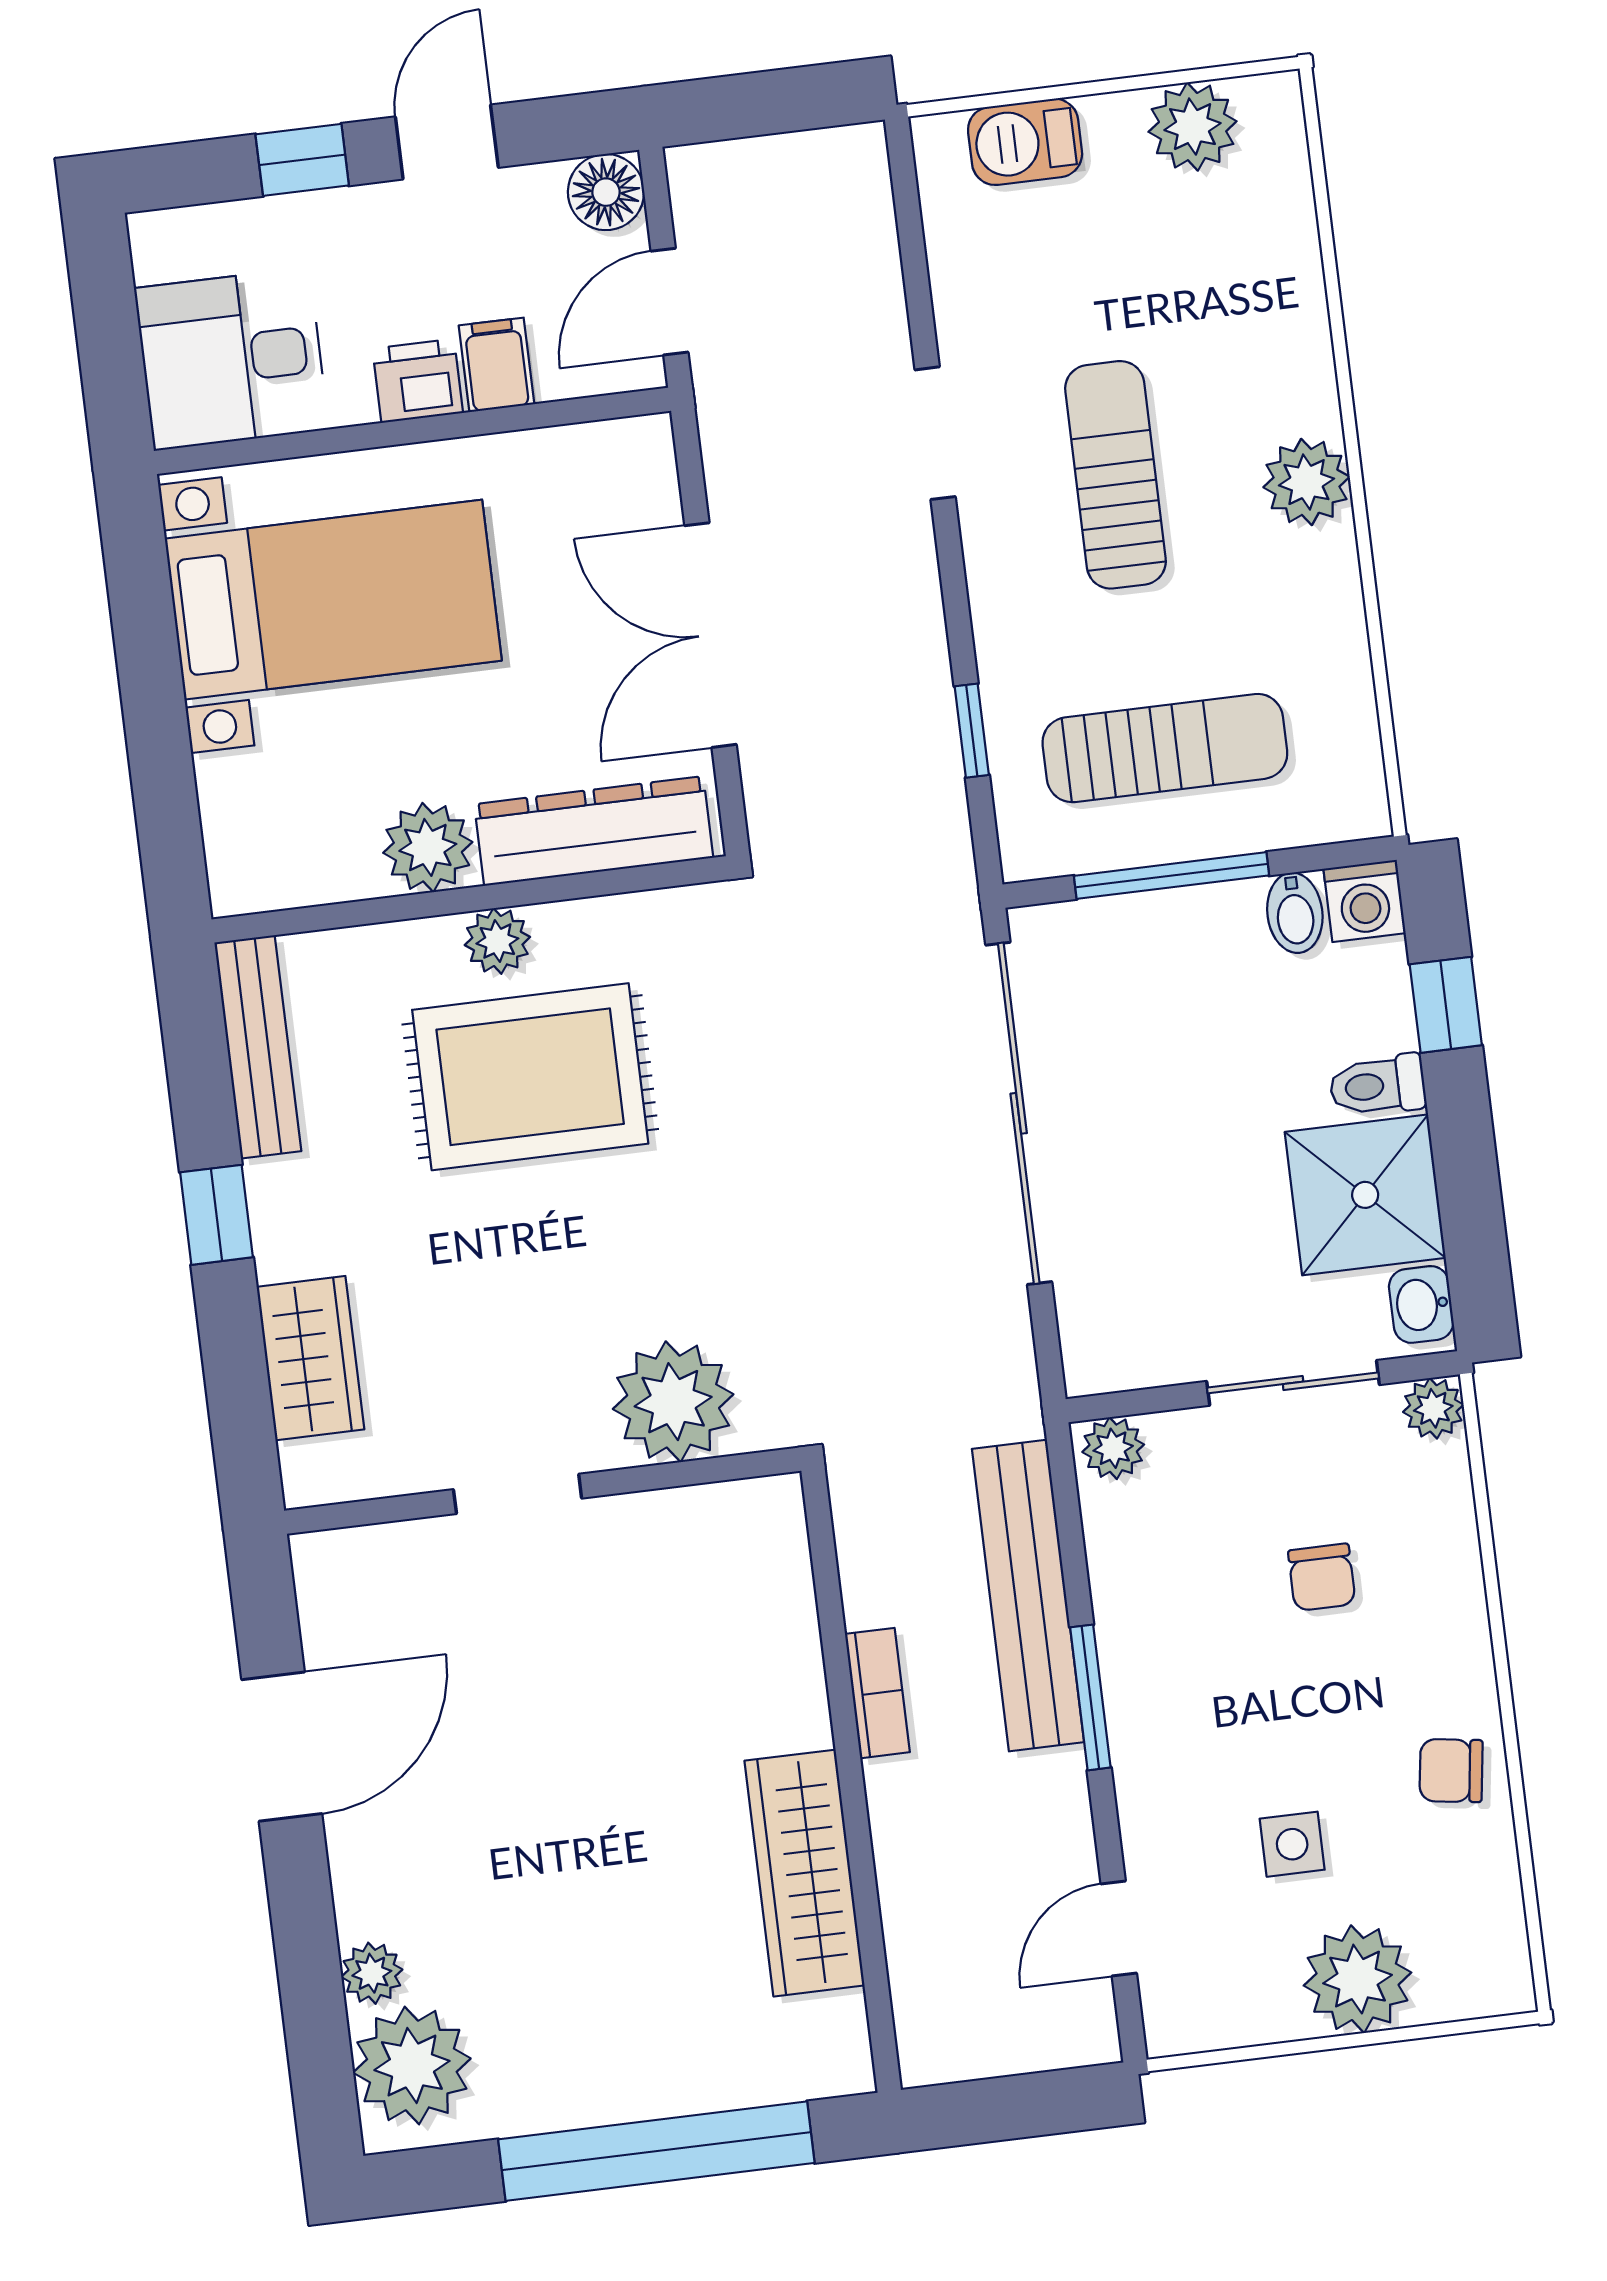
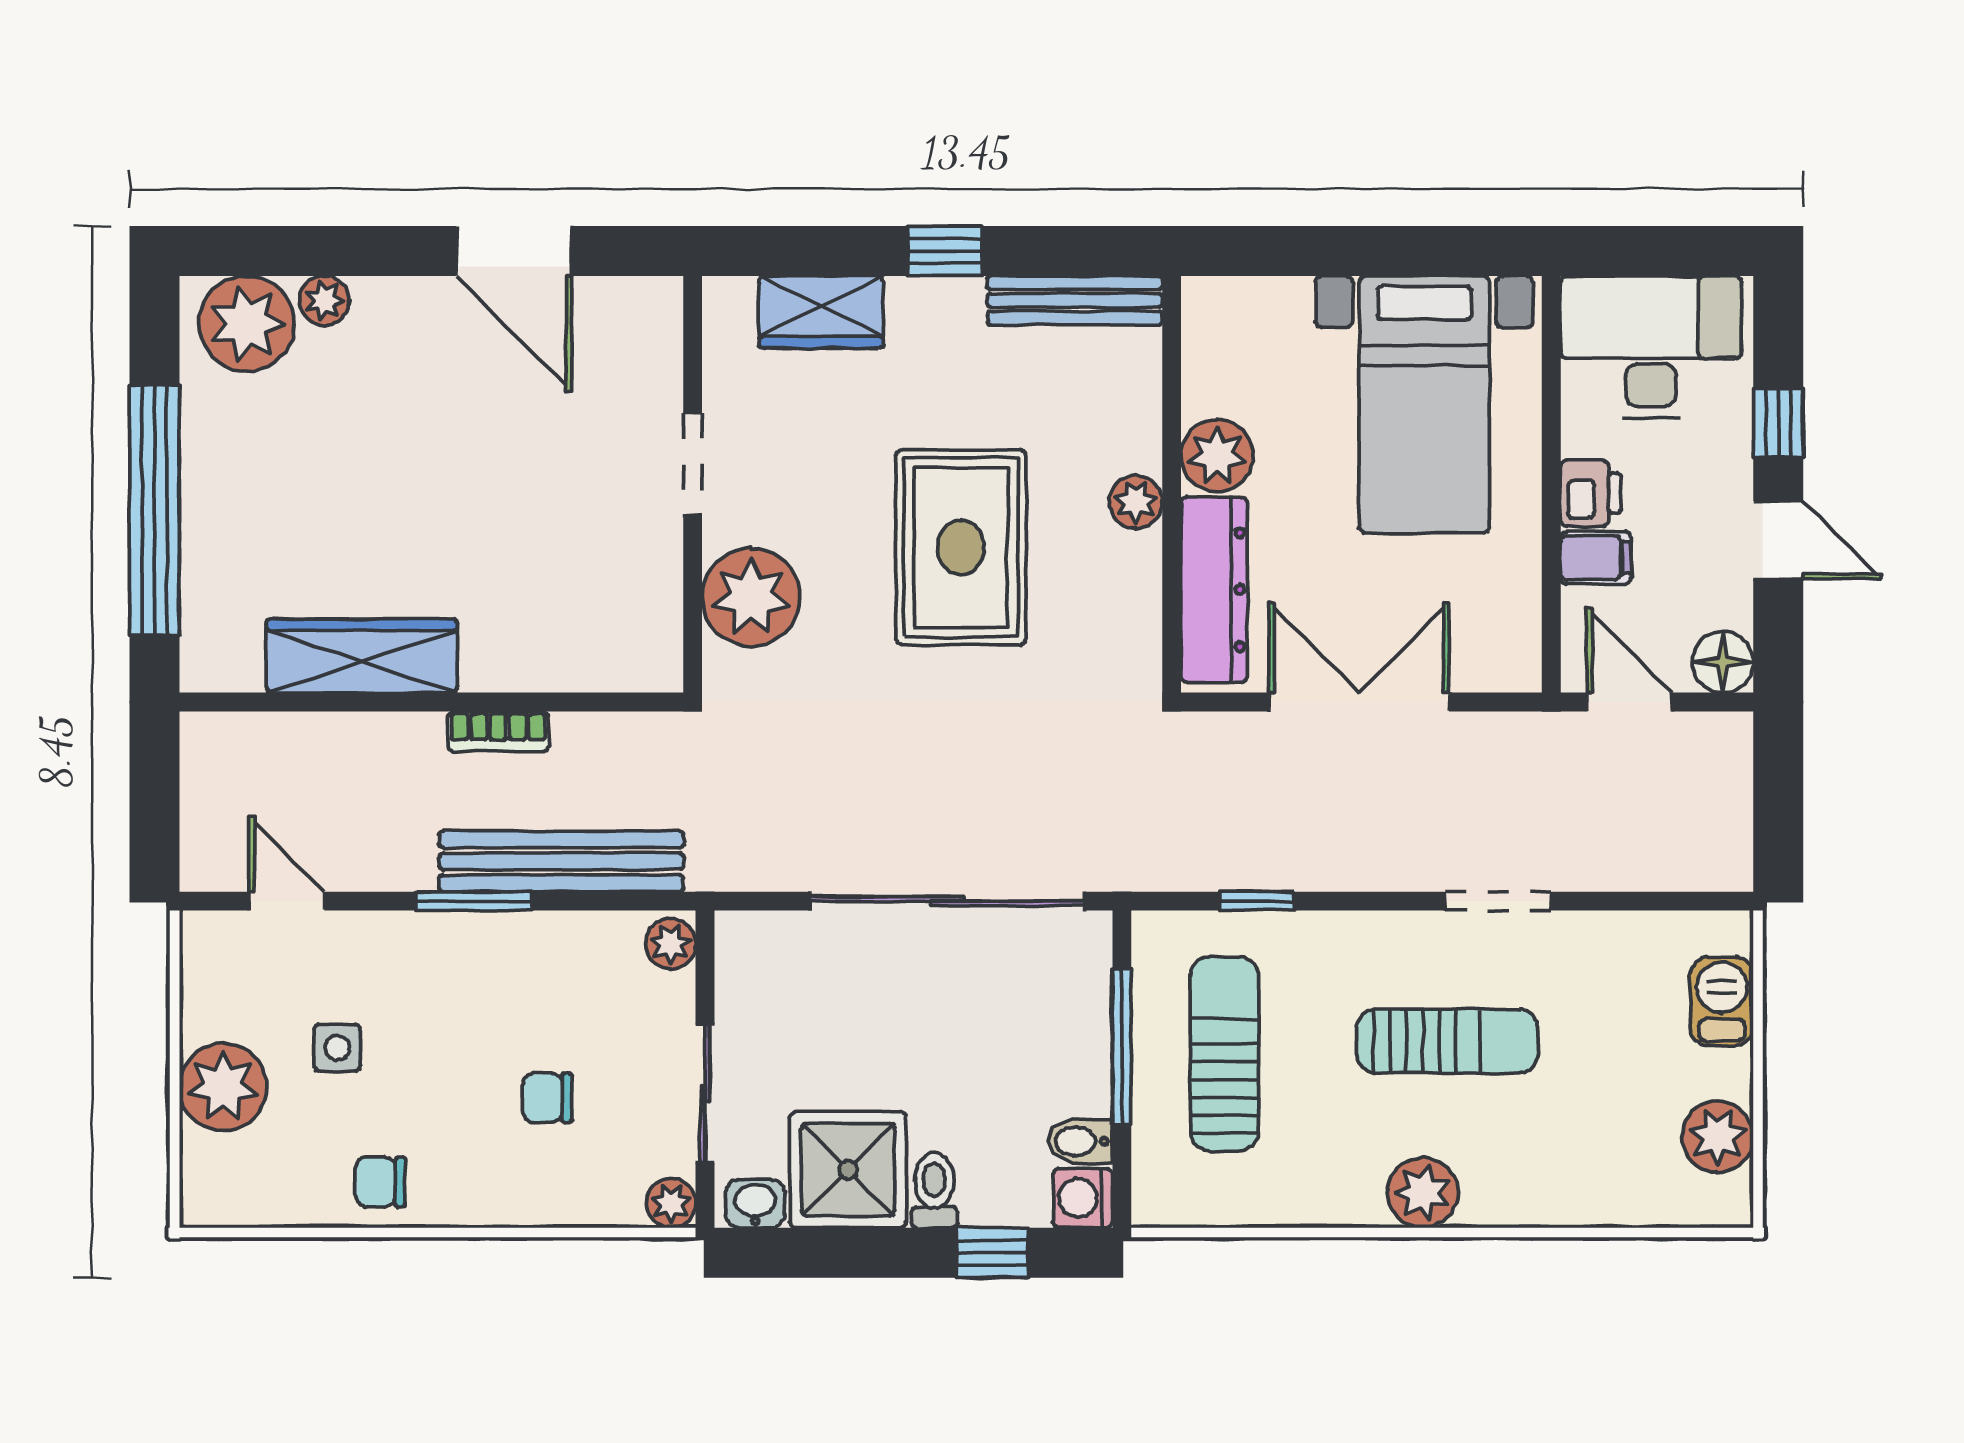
desk: (232, 359) -> (1651, 347), width x1.37
sun lounger: (1165, 748) -> (1224, 1054), turned 180
rug: (530, 1077) -> (961, 547), moved
chair: (1451, 1771) -> (380, 1182), turned -98

